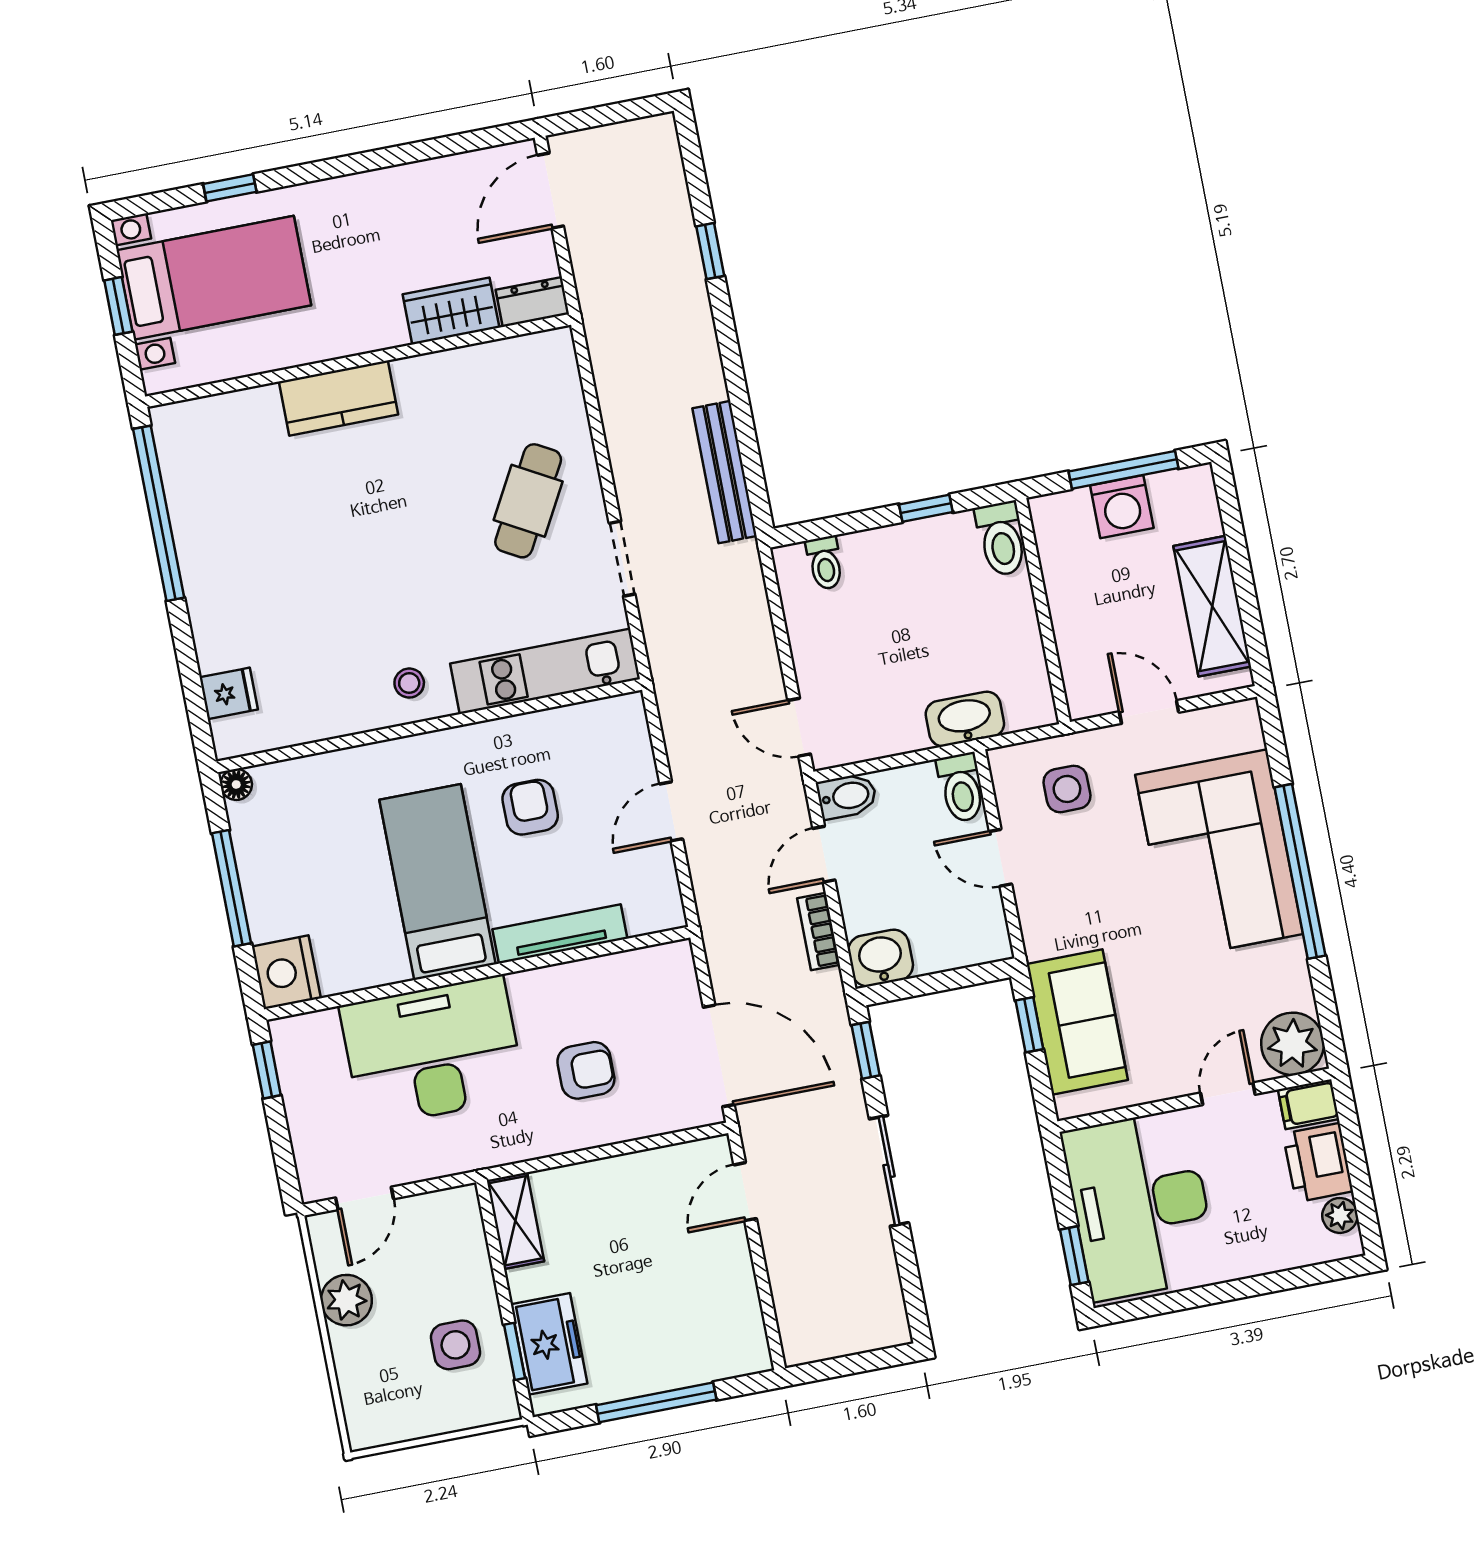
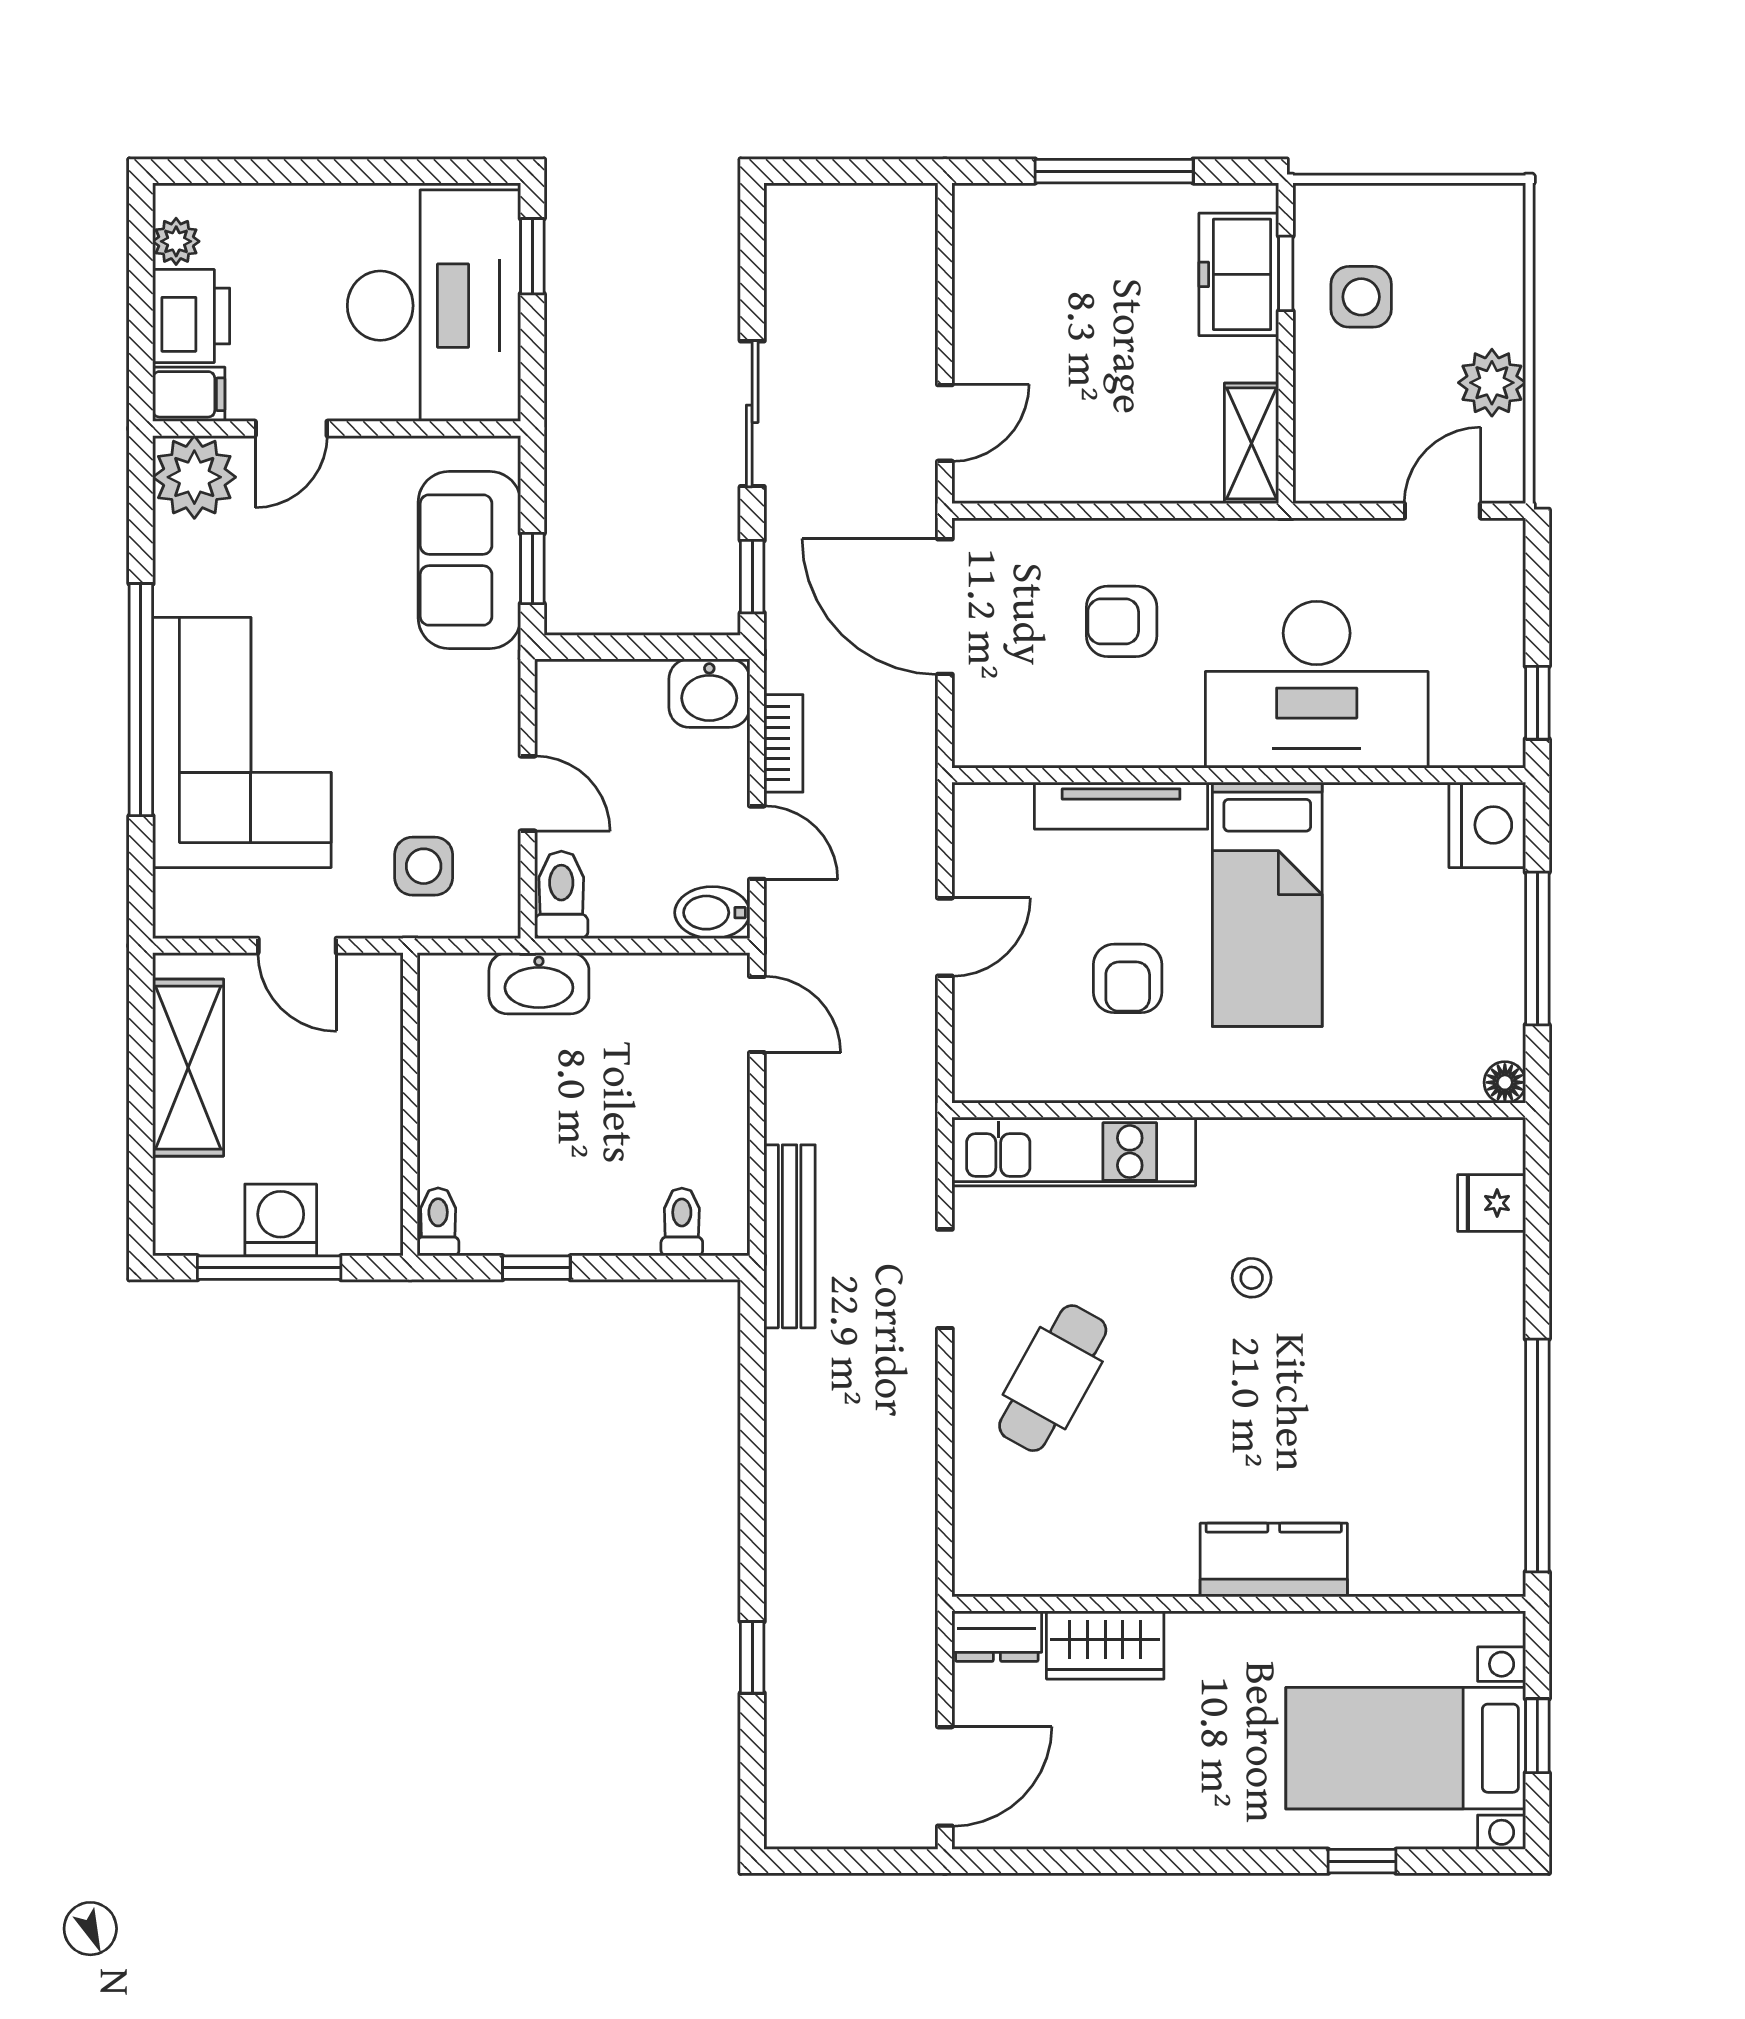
bench: (725, 472) -> (790, 1236), moved
toilet: (1001, 539) -> (438, 1222), width x0.73, depth x0.72
stool: (409, 683) -> (1252, 1278), moved
door: (824, 854) -> (757, 843), hinge flipped

